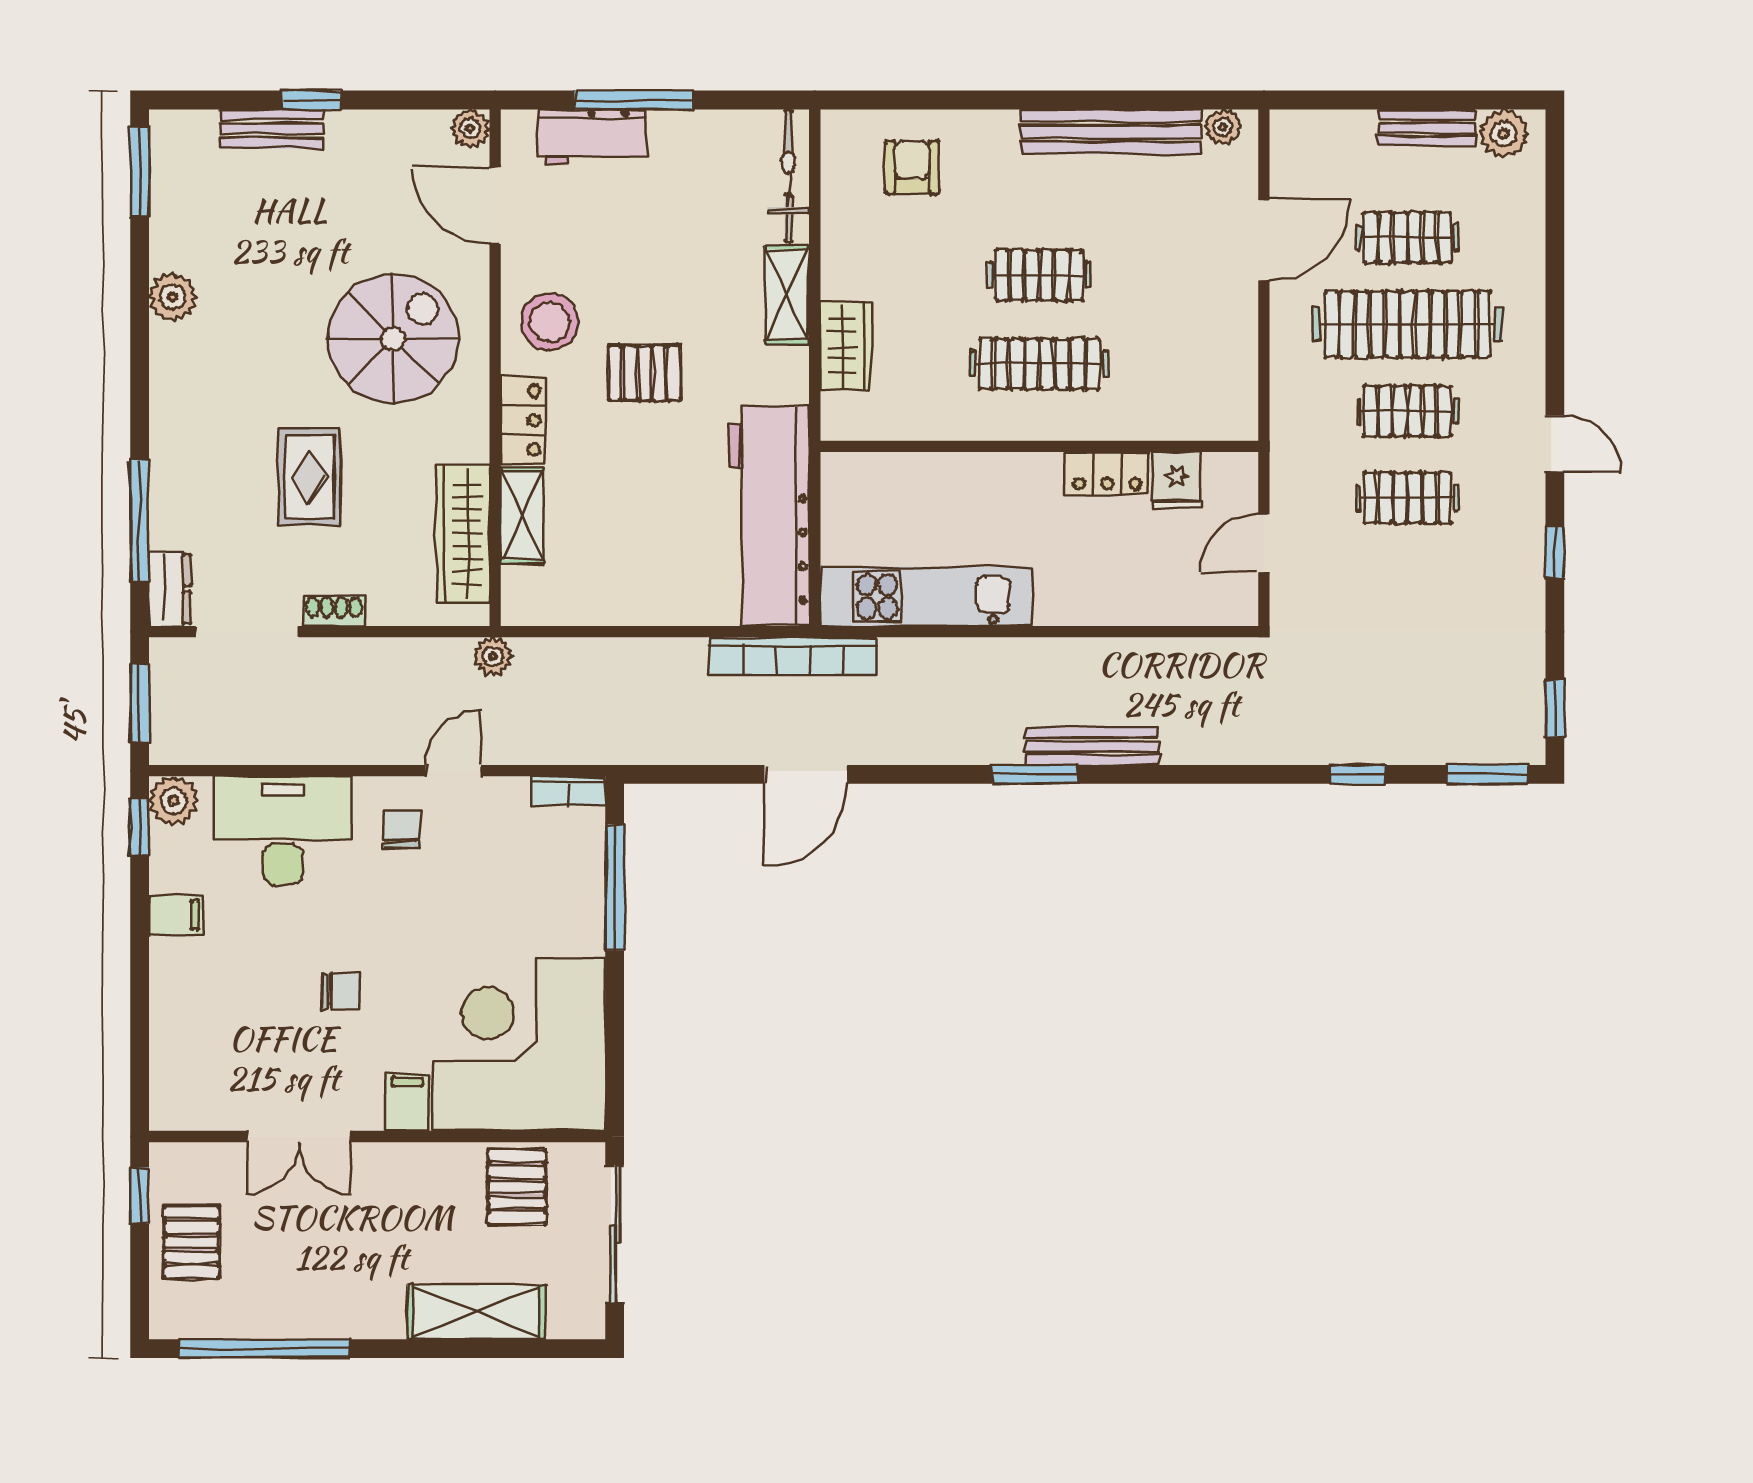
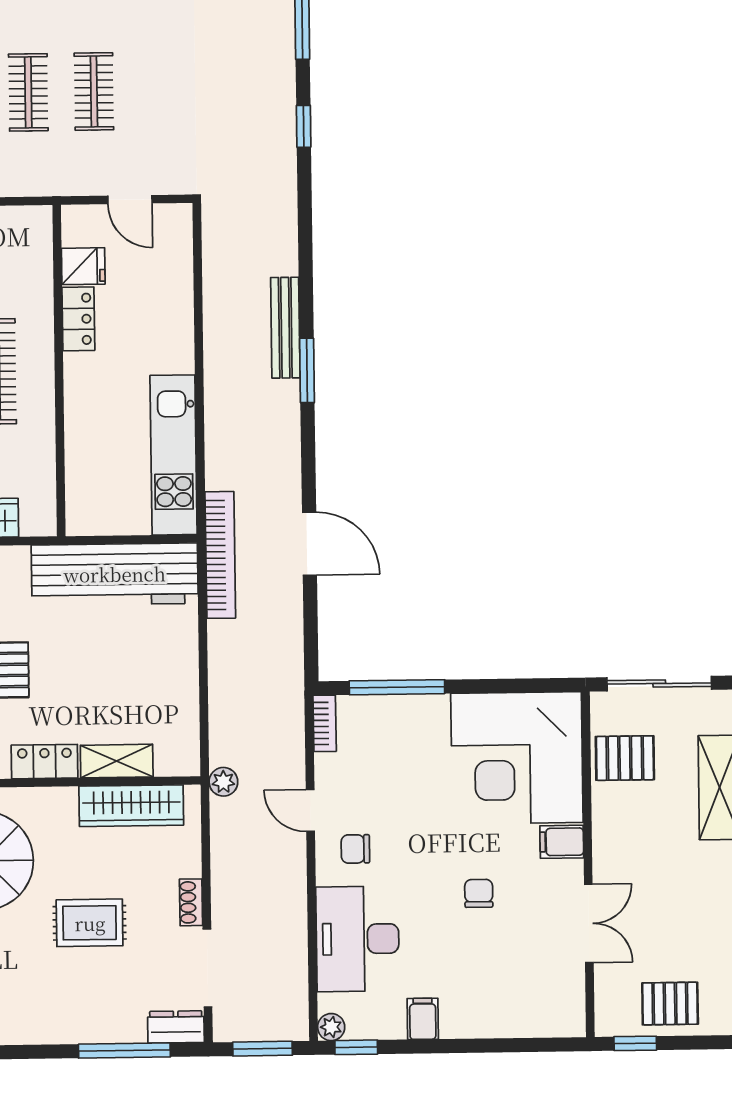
plant: (173, 801) -> (331, 1027), width x0.73, depth x0.73

